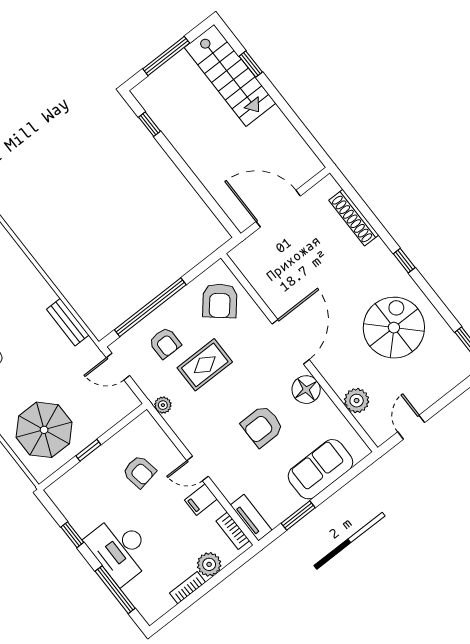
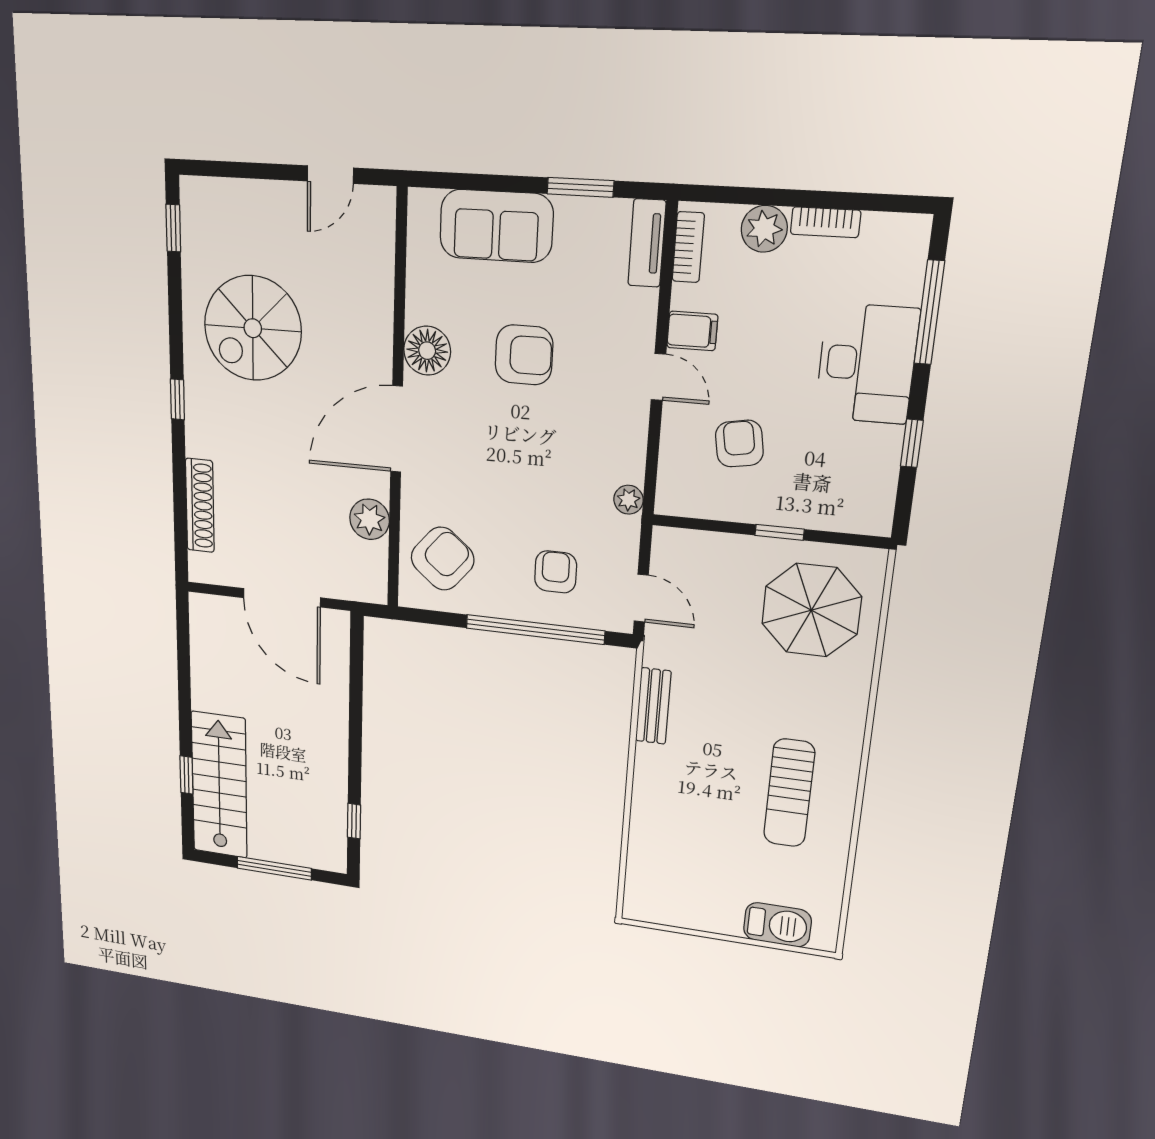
rug: (205, 365) -> (530, 500), removed
plant: (357, 401) -> (370, 519), moved

